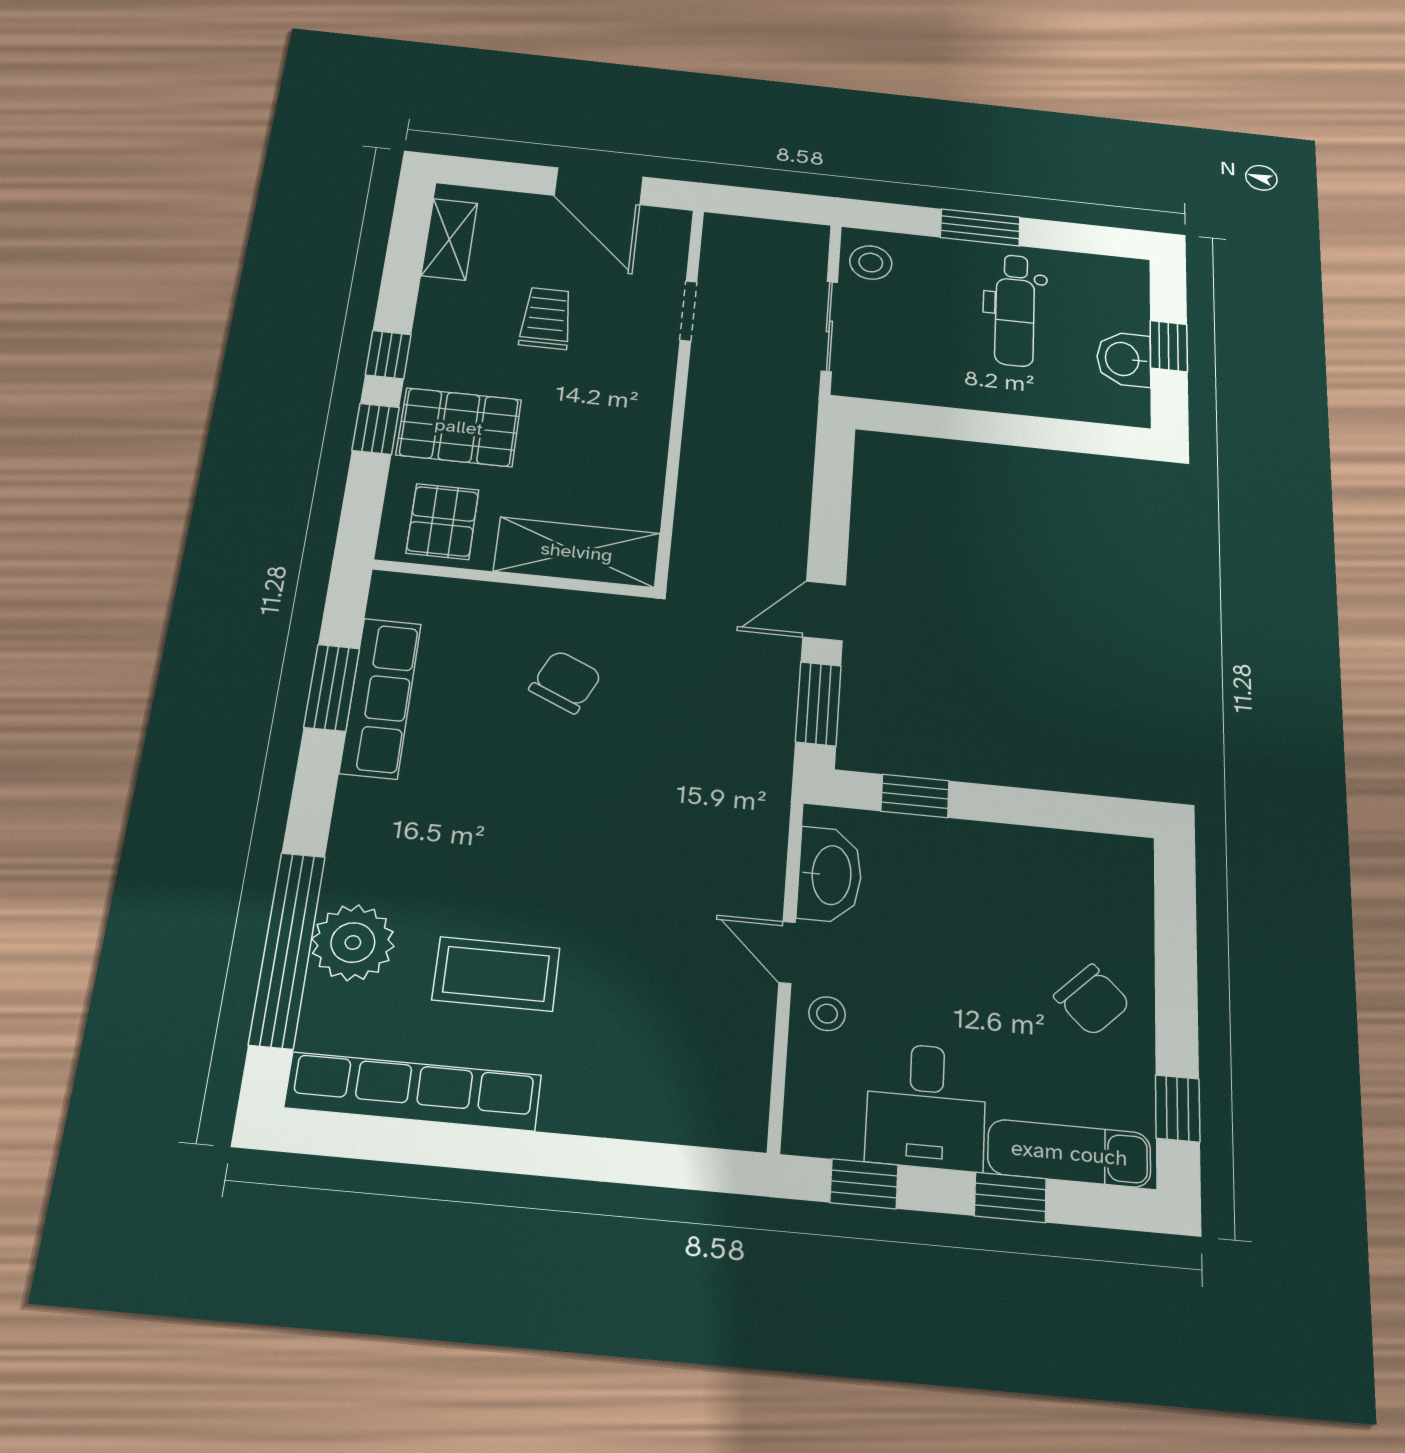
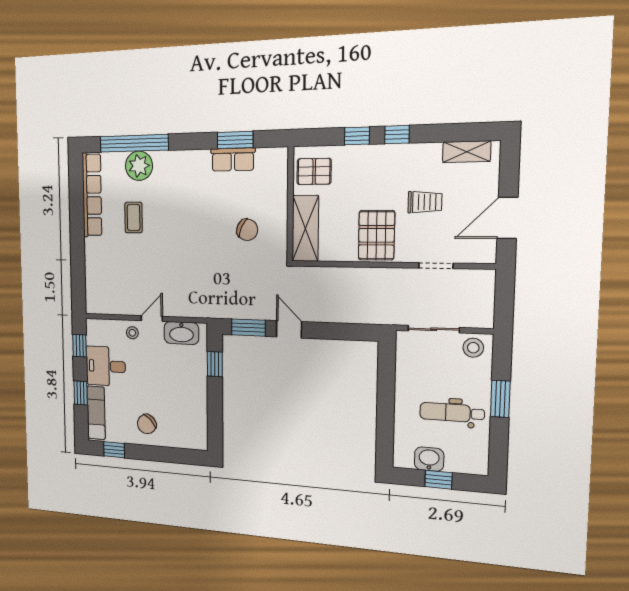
pallet: (459, 427) -> (376, 235), moved
row of seats: (381, 698) -> (233, 159), width x0.68
coffee table: (496, 974) -> (134, 218), width x0.73, depth x0.77

